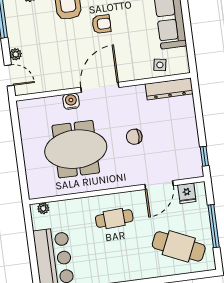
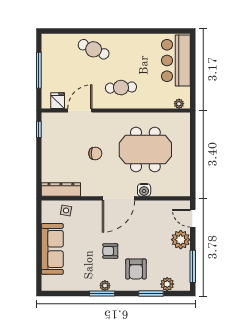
plant: (16, 54) -> (181, 240), width x1.87, depth x1.87
cafe table: (179, 246) -> (94, 49), moved, width x0.73, depth x0.74

